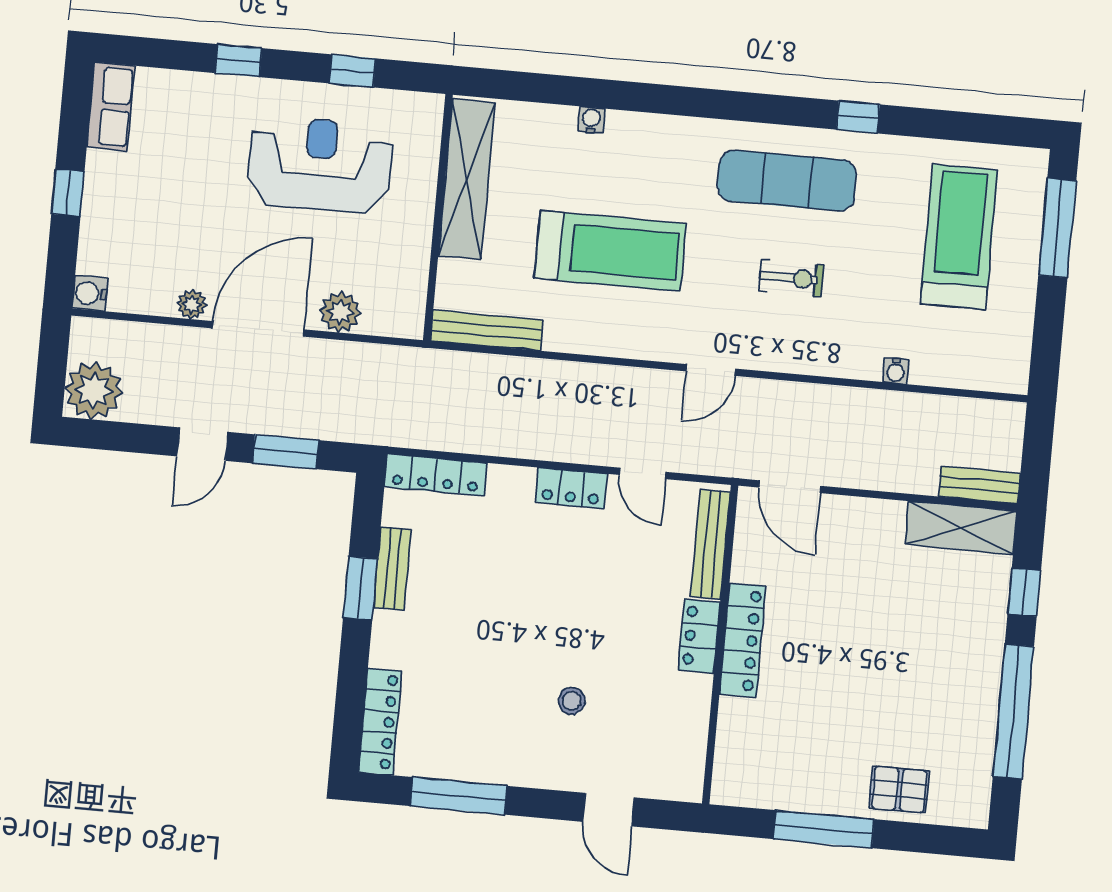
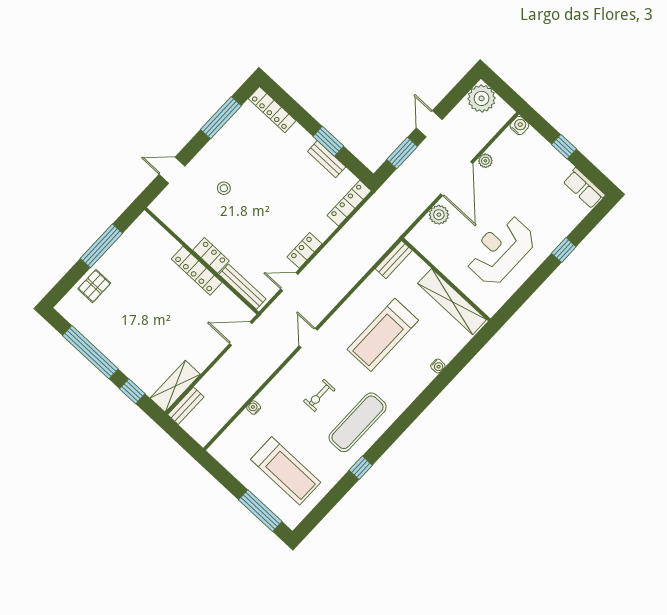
window: (352, 71) -> (526, 290), removed
reception desk: (320, 165) -> (501, 250), turned 180
bench: (487, 330) -> (394, 260), width x0.73

